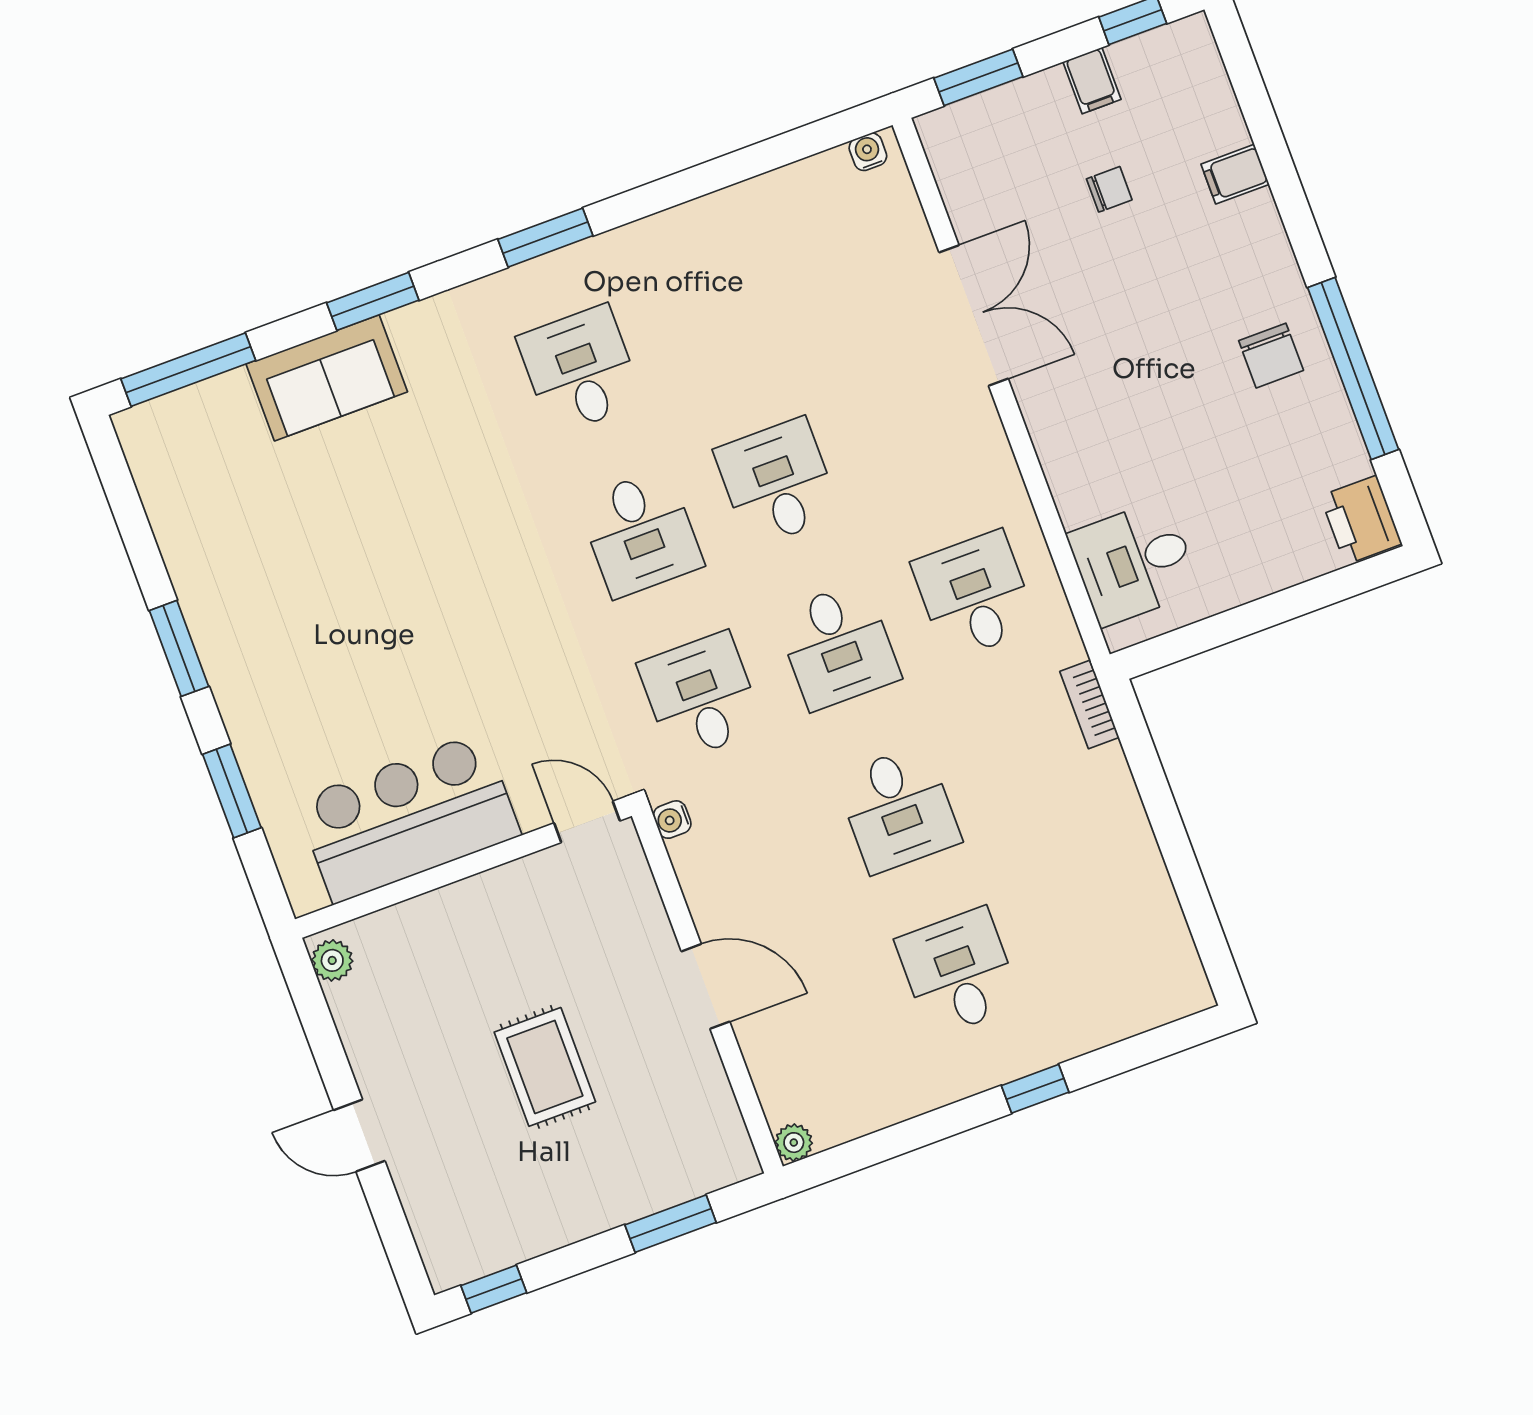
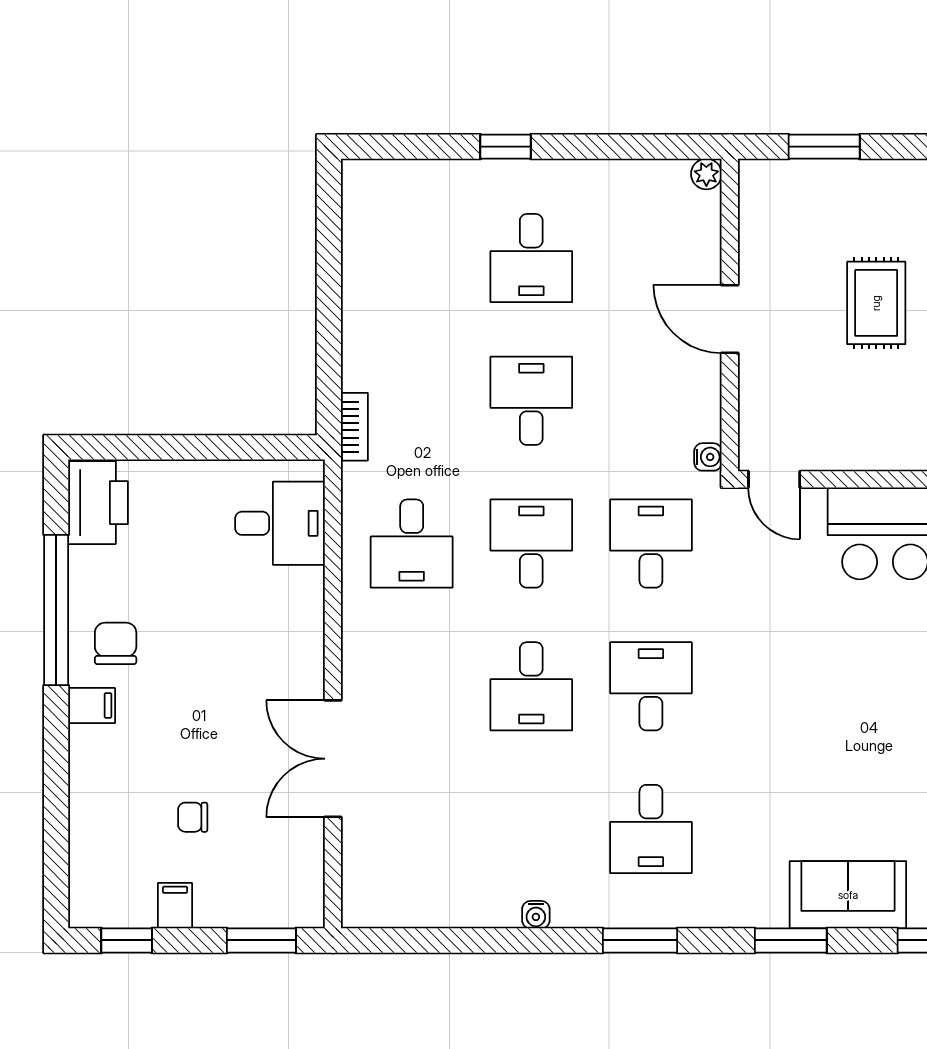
water cooler: (868, 152) -> (536, 915), moved
filing cabinet: (1235, 174) -> (92, 705), moved
printer: (1361, 520) -> (98, 503), width x1.37, depth x1.19
desk: (701, 696) -> (651, 544), turned 180

